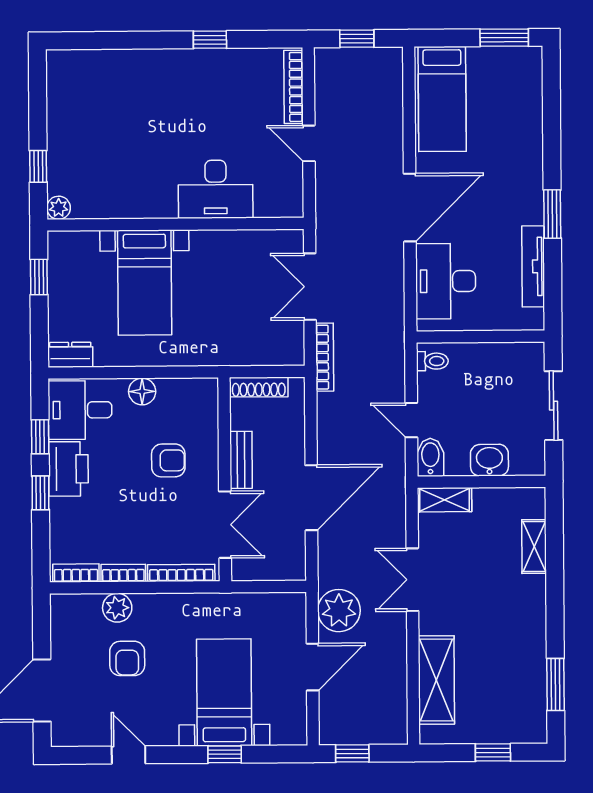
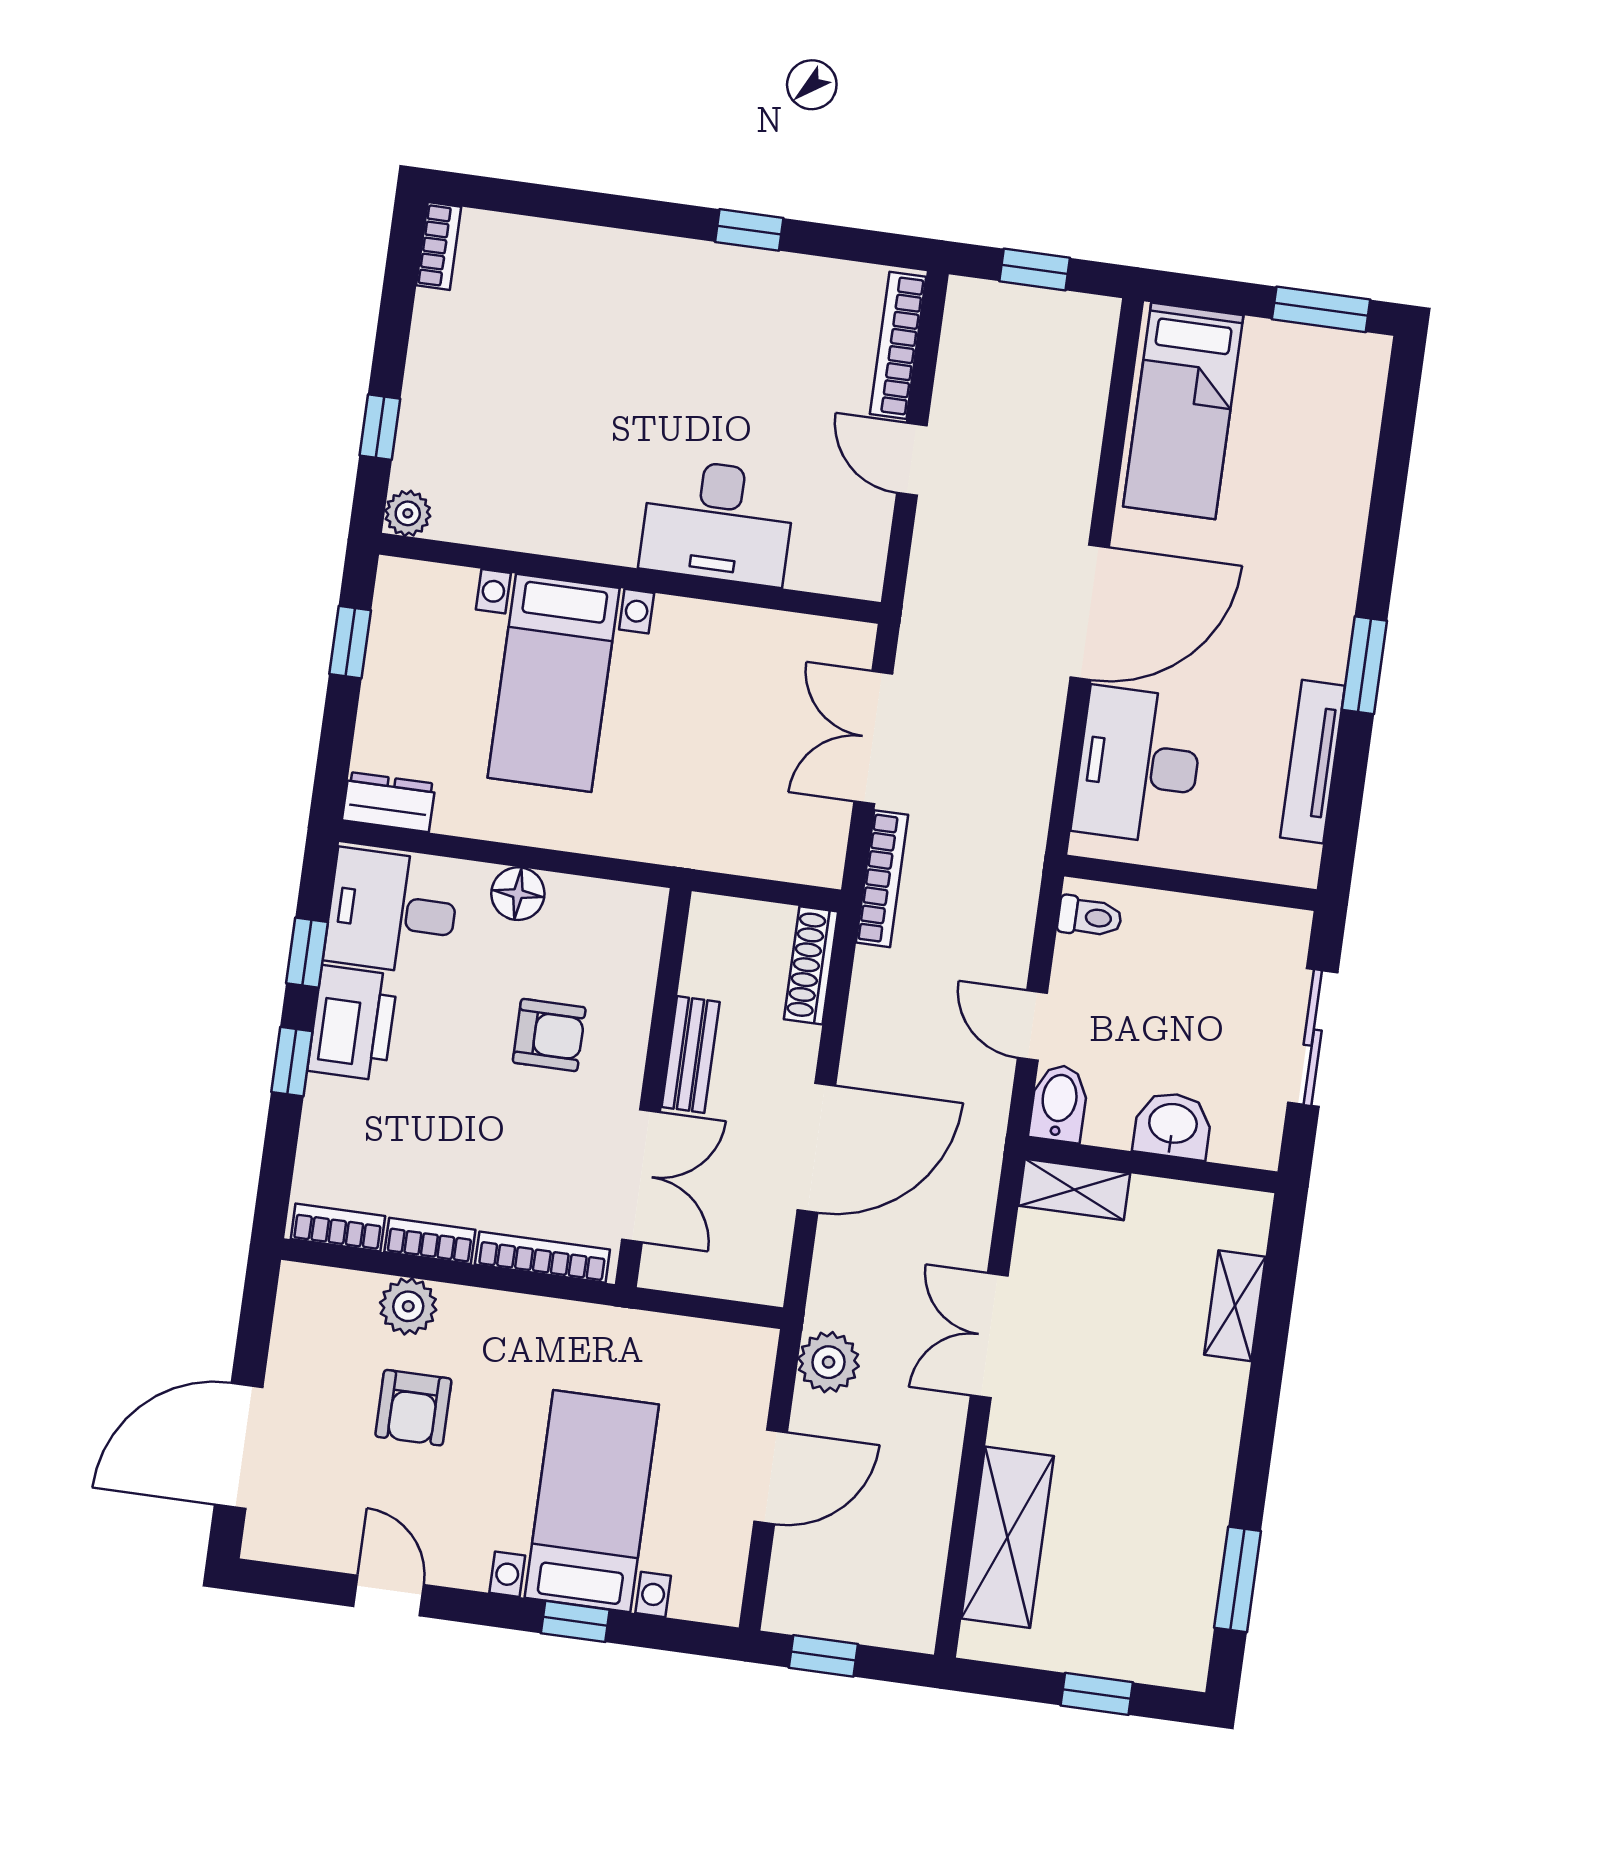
bookcase: (55, 71) -> (439, 246), added
shoe rack: (259, 387) -> (811, 965), moved, turned 90
plant: (339, 611) -> (829, 1362), width x0.73, depth x0.73

